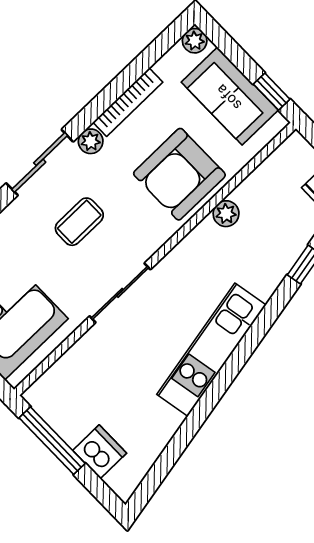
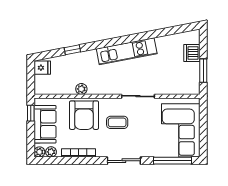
plant: (91, 141) -> (51, 152), moved
armchair: (179, 174) -> (84, 115), turned 90
coffee table: (79, 222) -> (117, 122), moved
window: (52, 441) -> (203, 71), width x0.69

